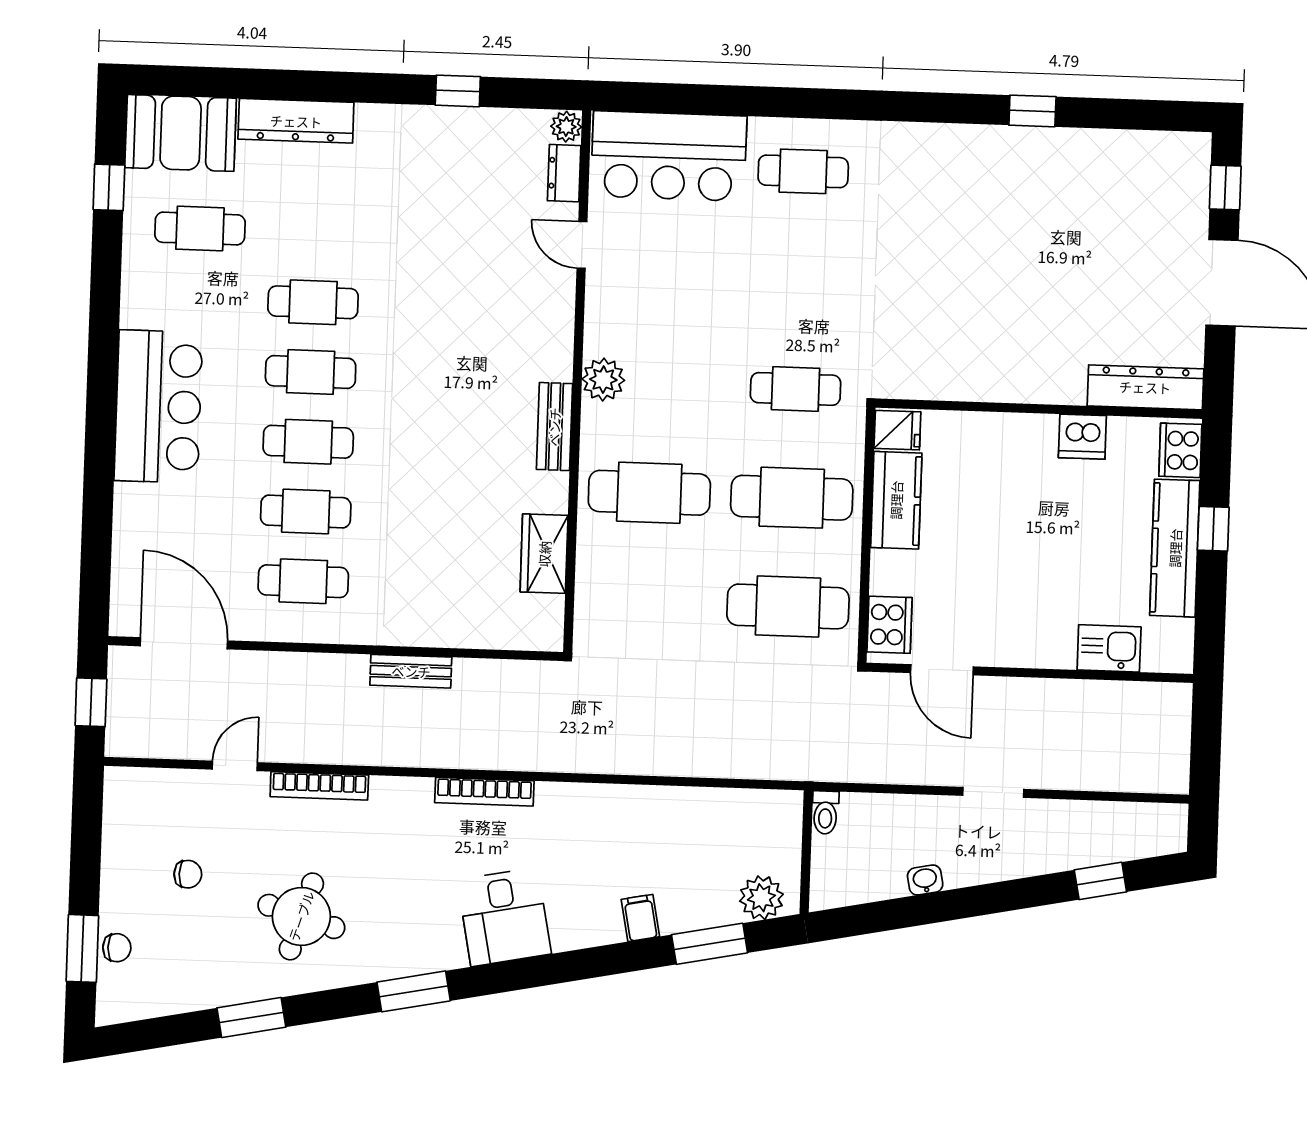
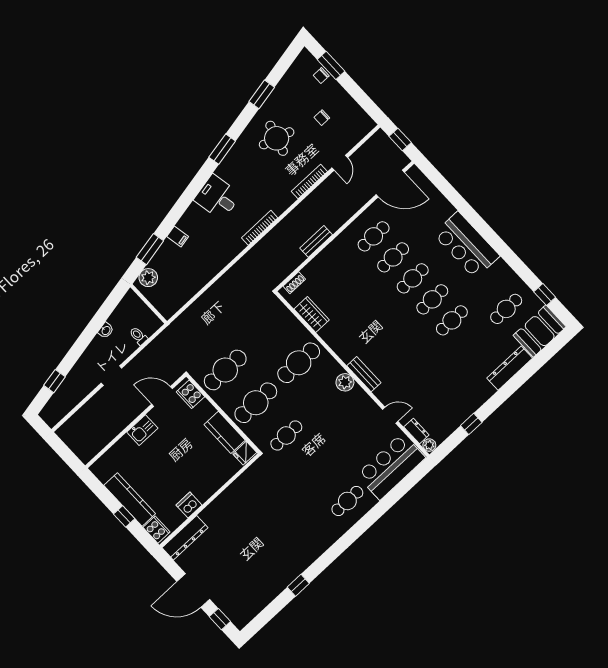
bench: (554, 427) -> (364, 374), moved
shoe rack: (519, 638) -> (294, 283), added
kitchen sink: (1109, 648) -> (142, 430), moved
toilet: (825, 812) -> (138, 336), moved

